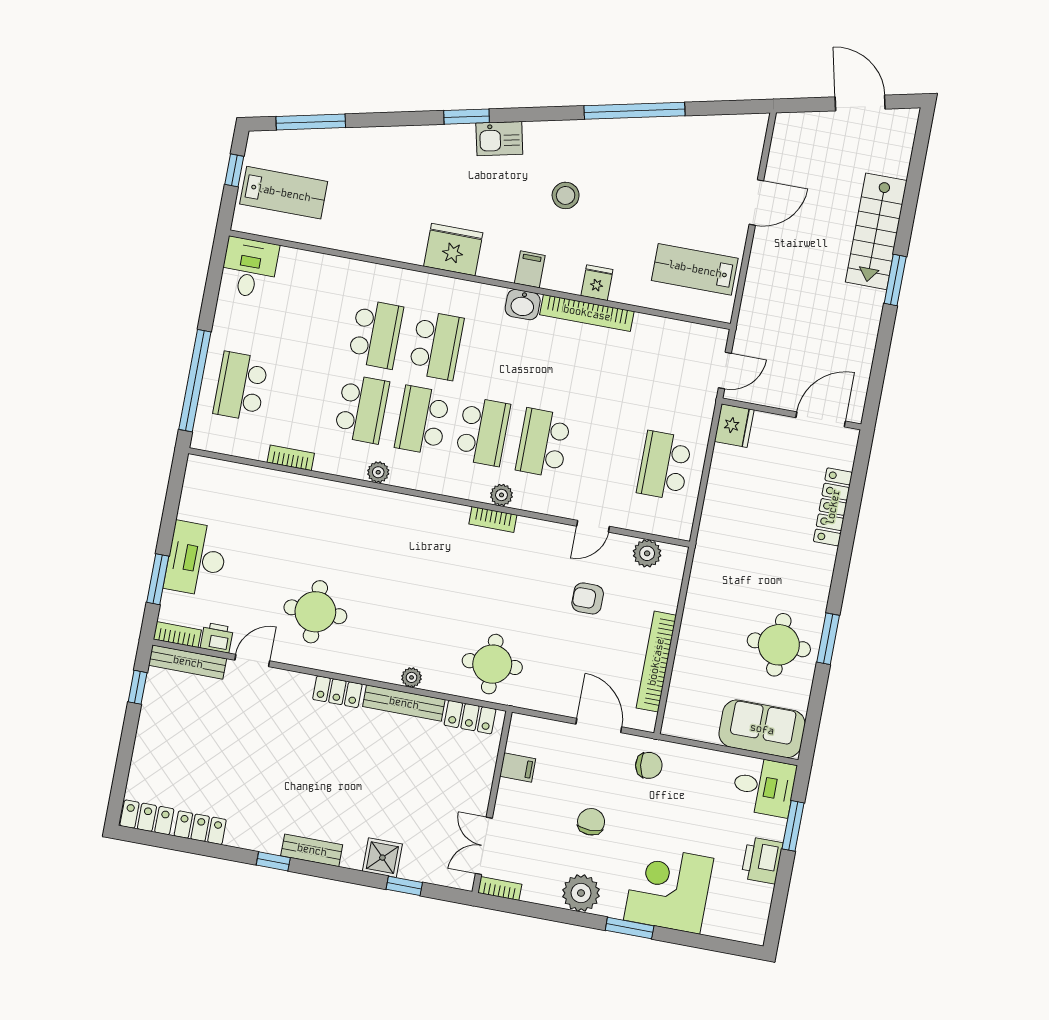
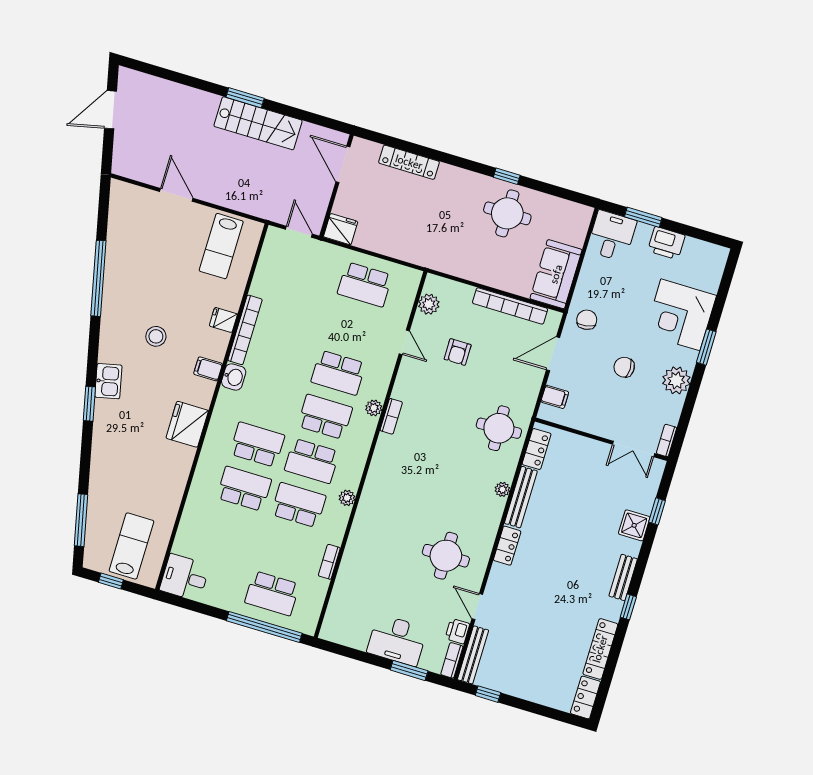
stairs: (876, 231) -> (258, 123), moved
window: (828, 639) -> (507, 176), width x0.67
sofa: (762, 729) -> (556, 274), moved
filing cabinet: (518, 767) -> (555, 397), moved, turned 90
locker: (200, 828) -> (600, 649), width x1.53

